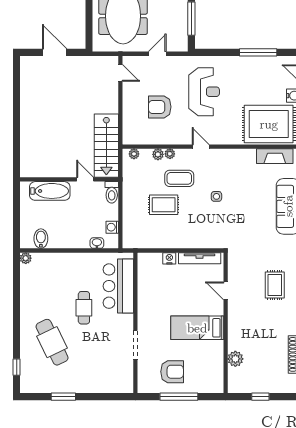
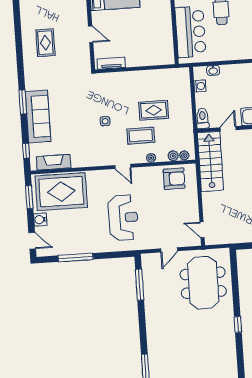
reception desk: (204, 92) -> (123, 218), turned 180
armchair: (160, 107) -> (174, 179), moved
plant: (158, 154) -> (173, 156), moved
door: (85, 179) -> (228, 129), swing flipped
nightstand: (169, 258) -> (145, 61), removed
tv unit: (200, 258) -> (111, 63), width x0.71

